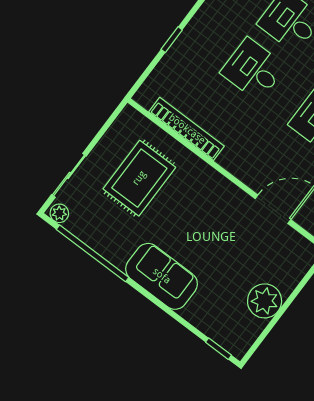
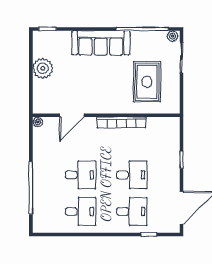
bookcase: (187, 129) -> (121, 122), moved
sofa: (162, 276) -> (101, 43), width x1.36

